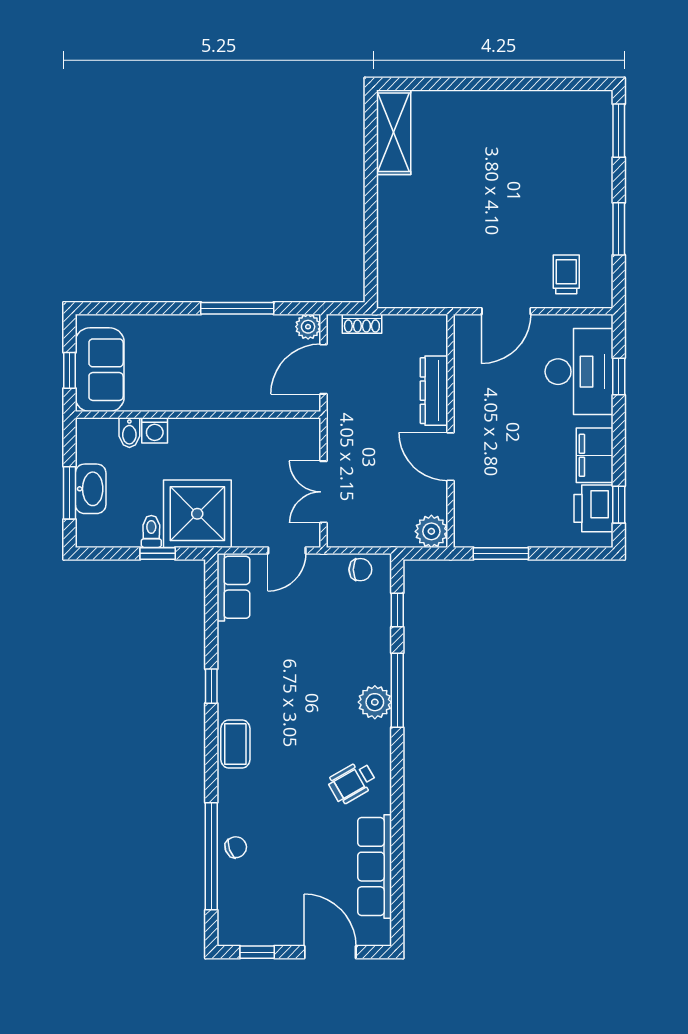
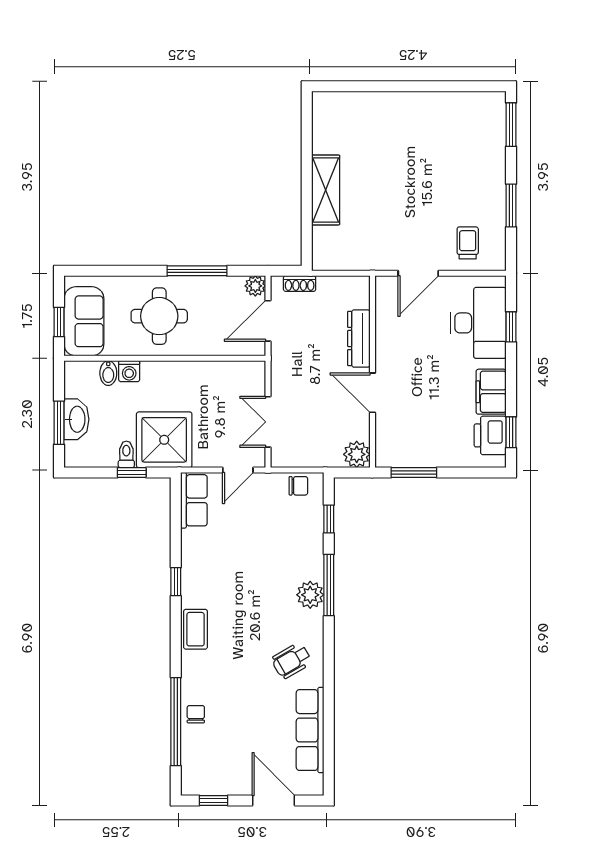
shelving: (394, 132) -> (326, 190), moved
round table: (191, 363) -> (159, 316), added
chair: (236, 847) -> (196, 714), turned -70

